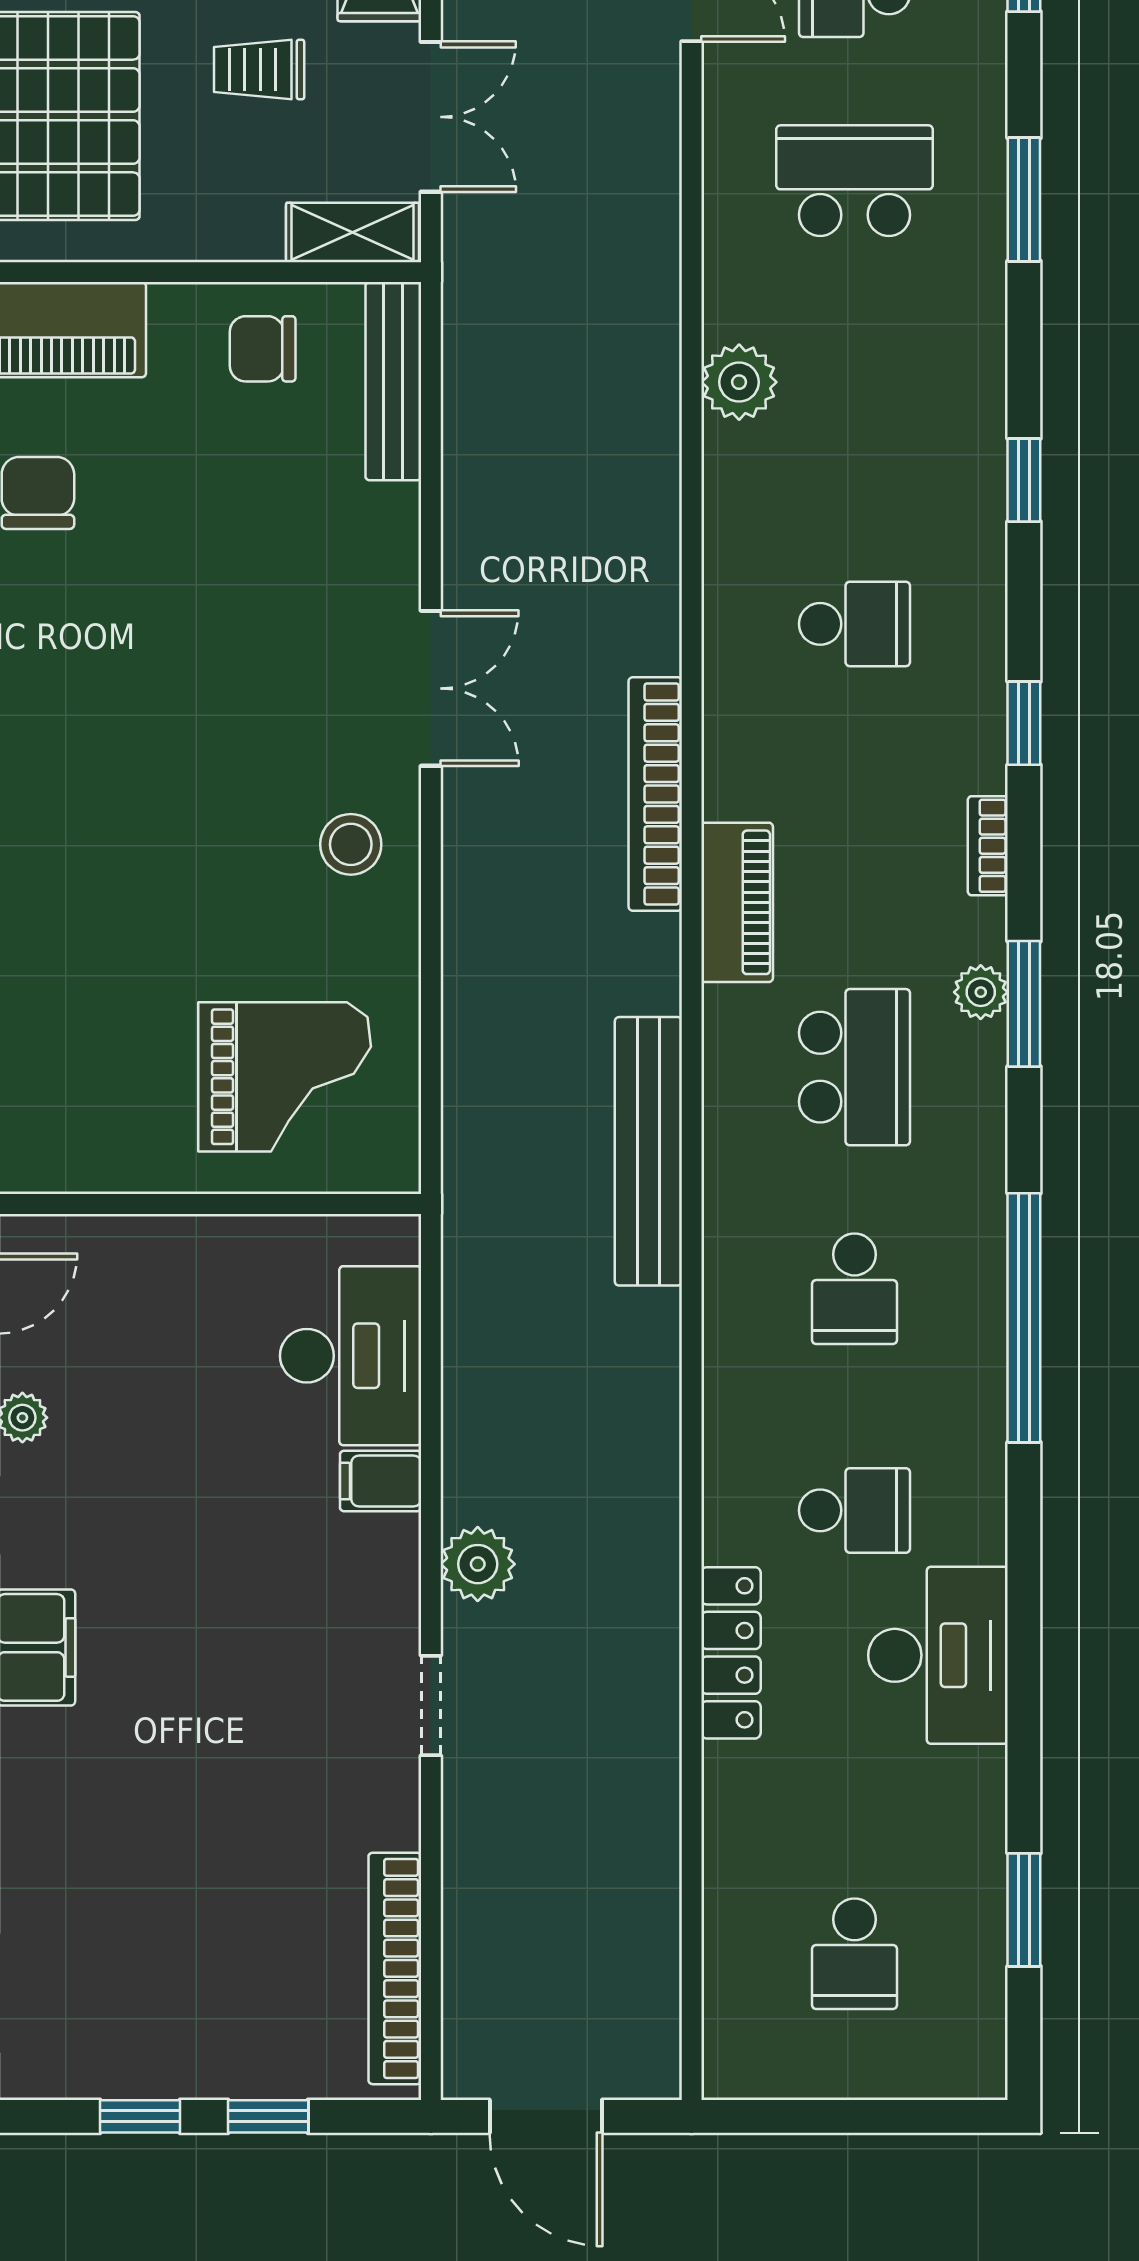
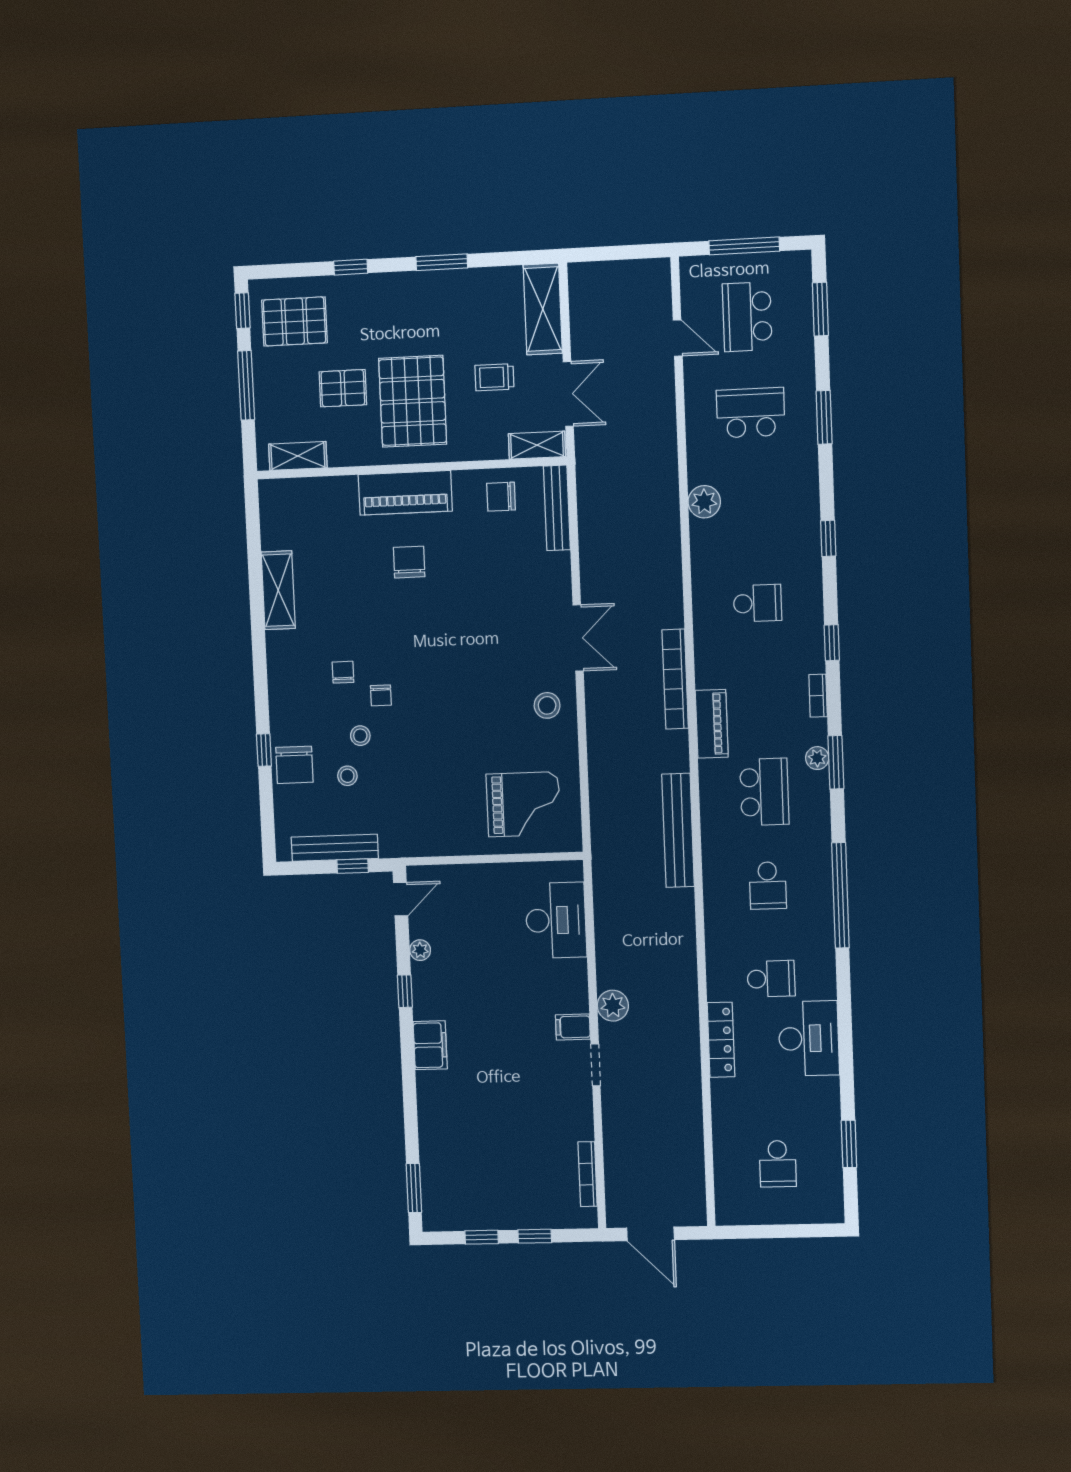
filing cabinet: (381, 1481) -> (573, 1027), moved
bookcase: (395, 1968) -> (588, 1174), width x0.68, depth x0.76

